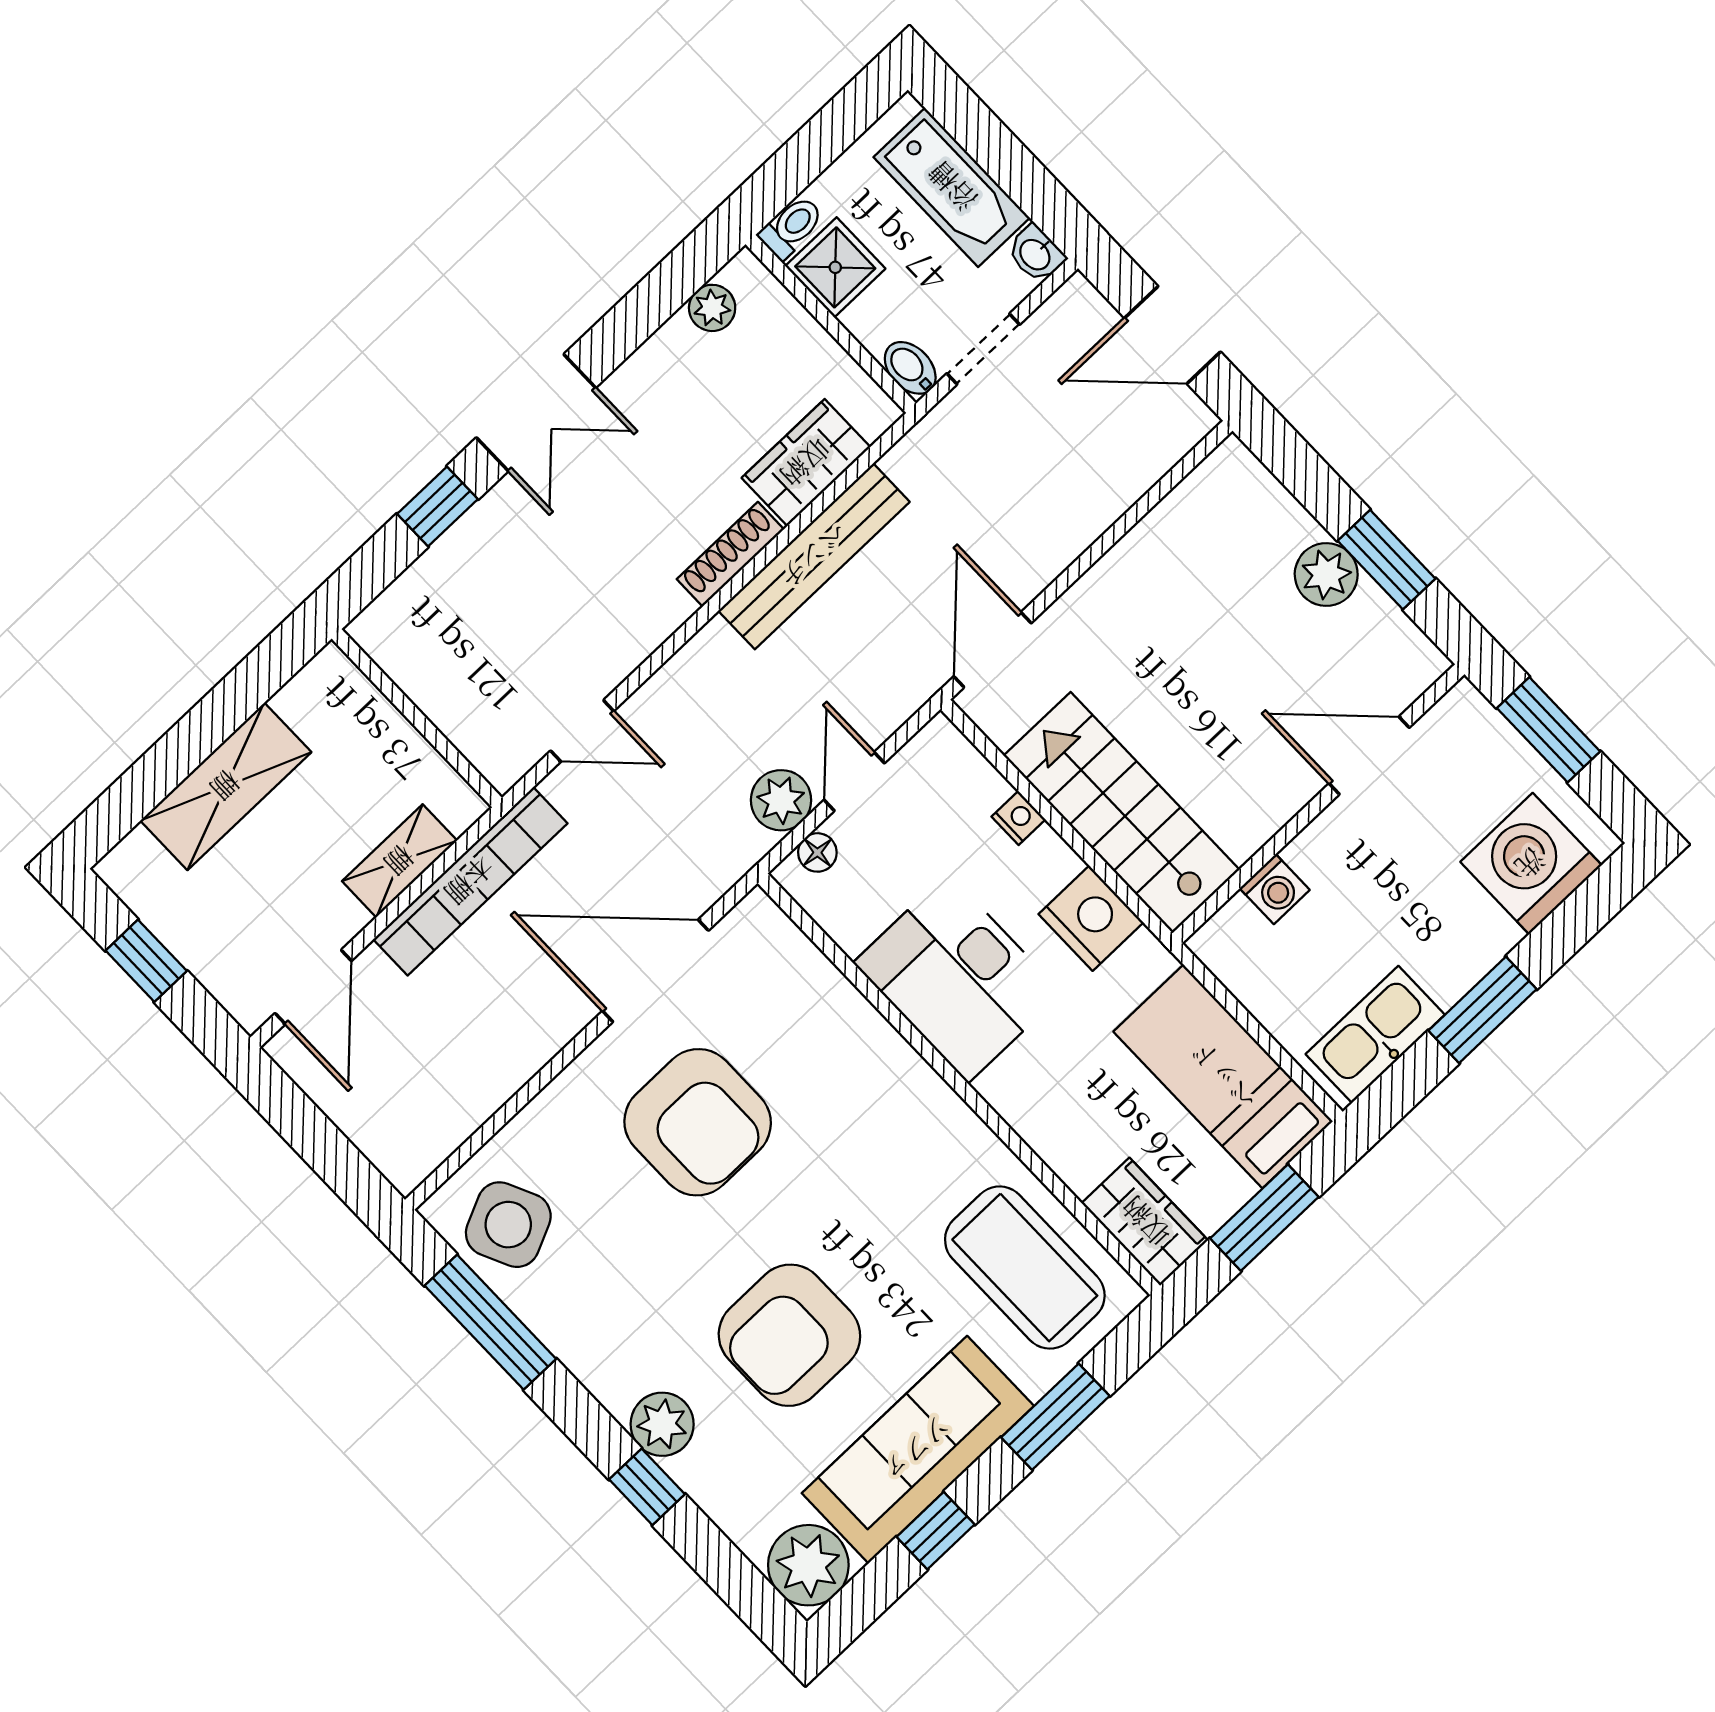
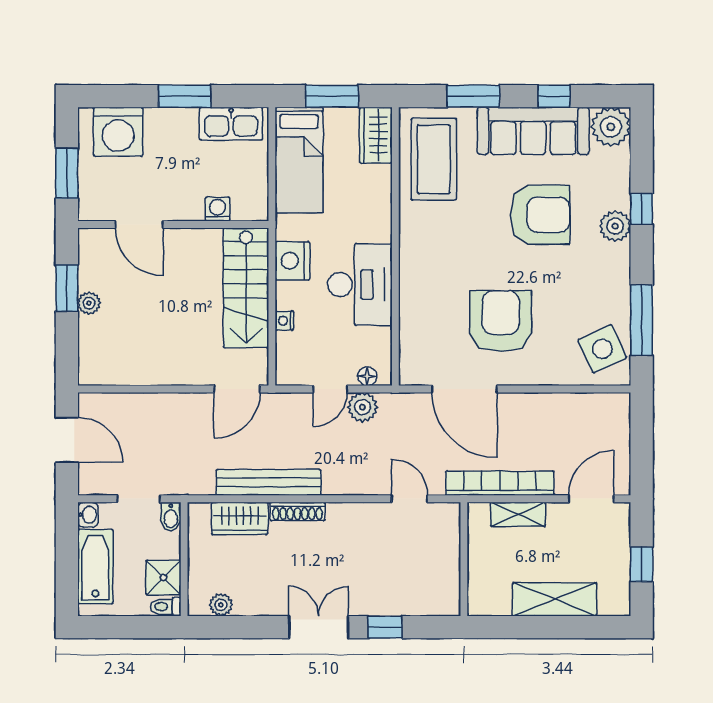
plant: (1326, 574) -> (89, 303), width x0.73, depth x0.73

